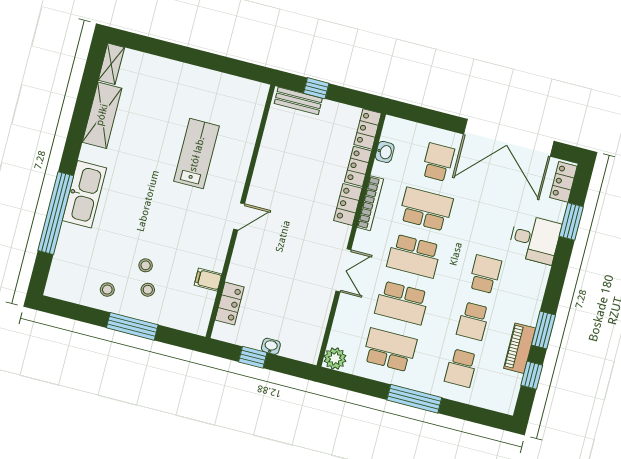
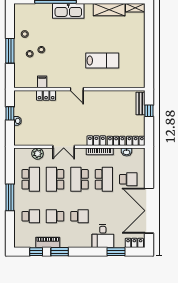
locker: (230, 303) -> (46, 95), moved
plant: (335, 358) -> (38, 154), moved
school desk: (461, 368) -> (31, 216), turned 180

